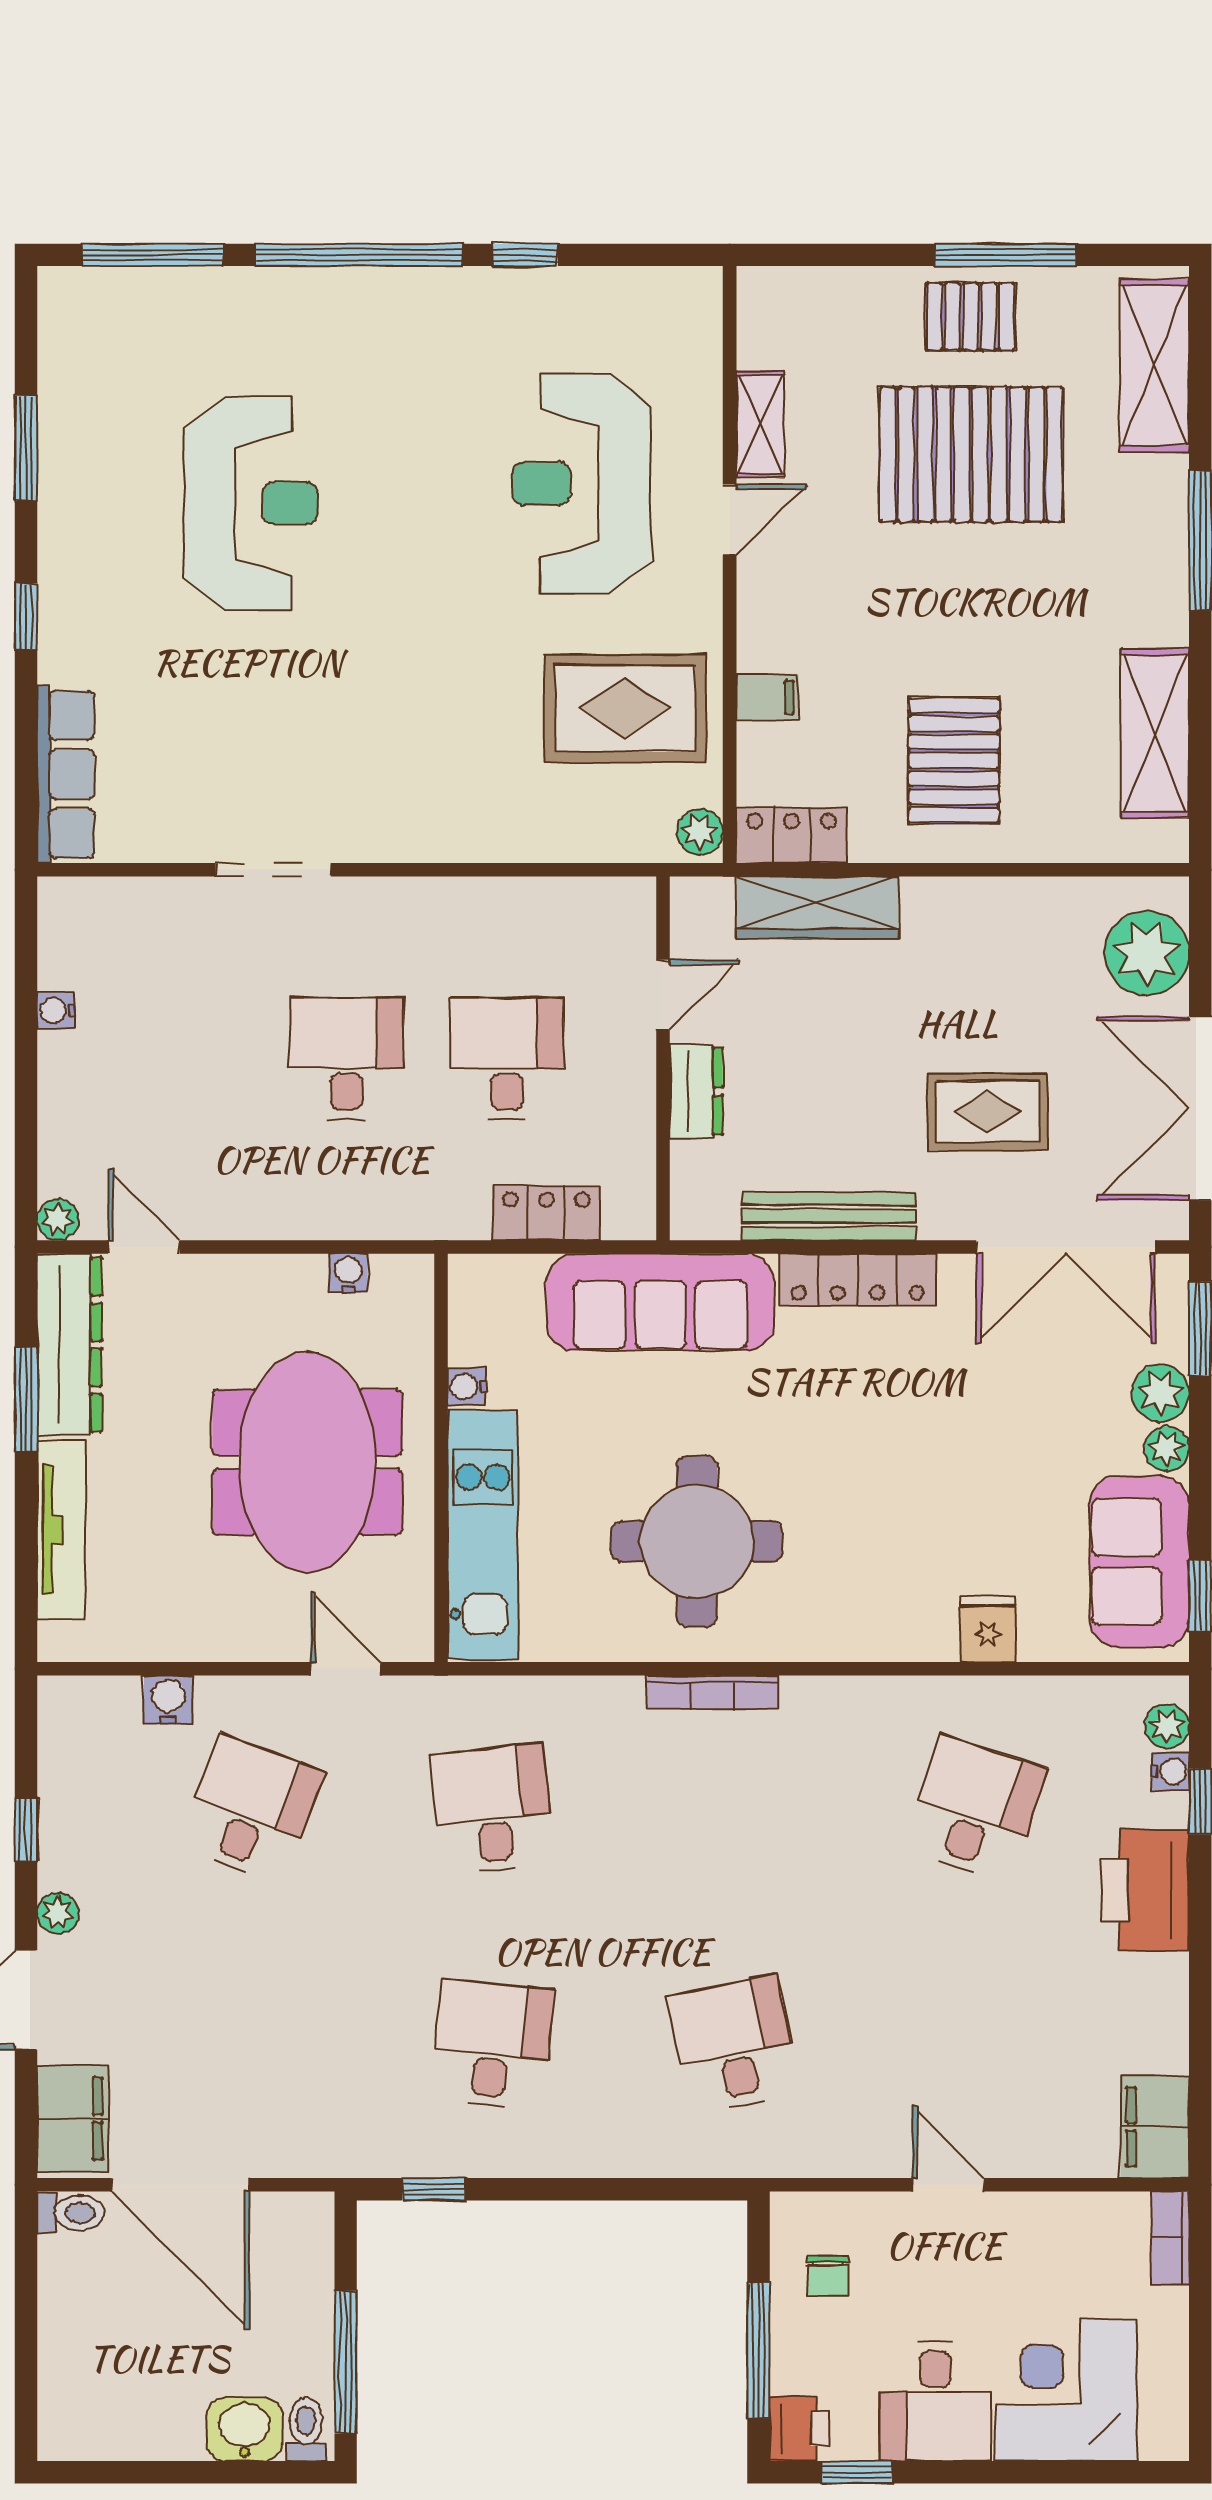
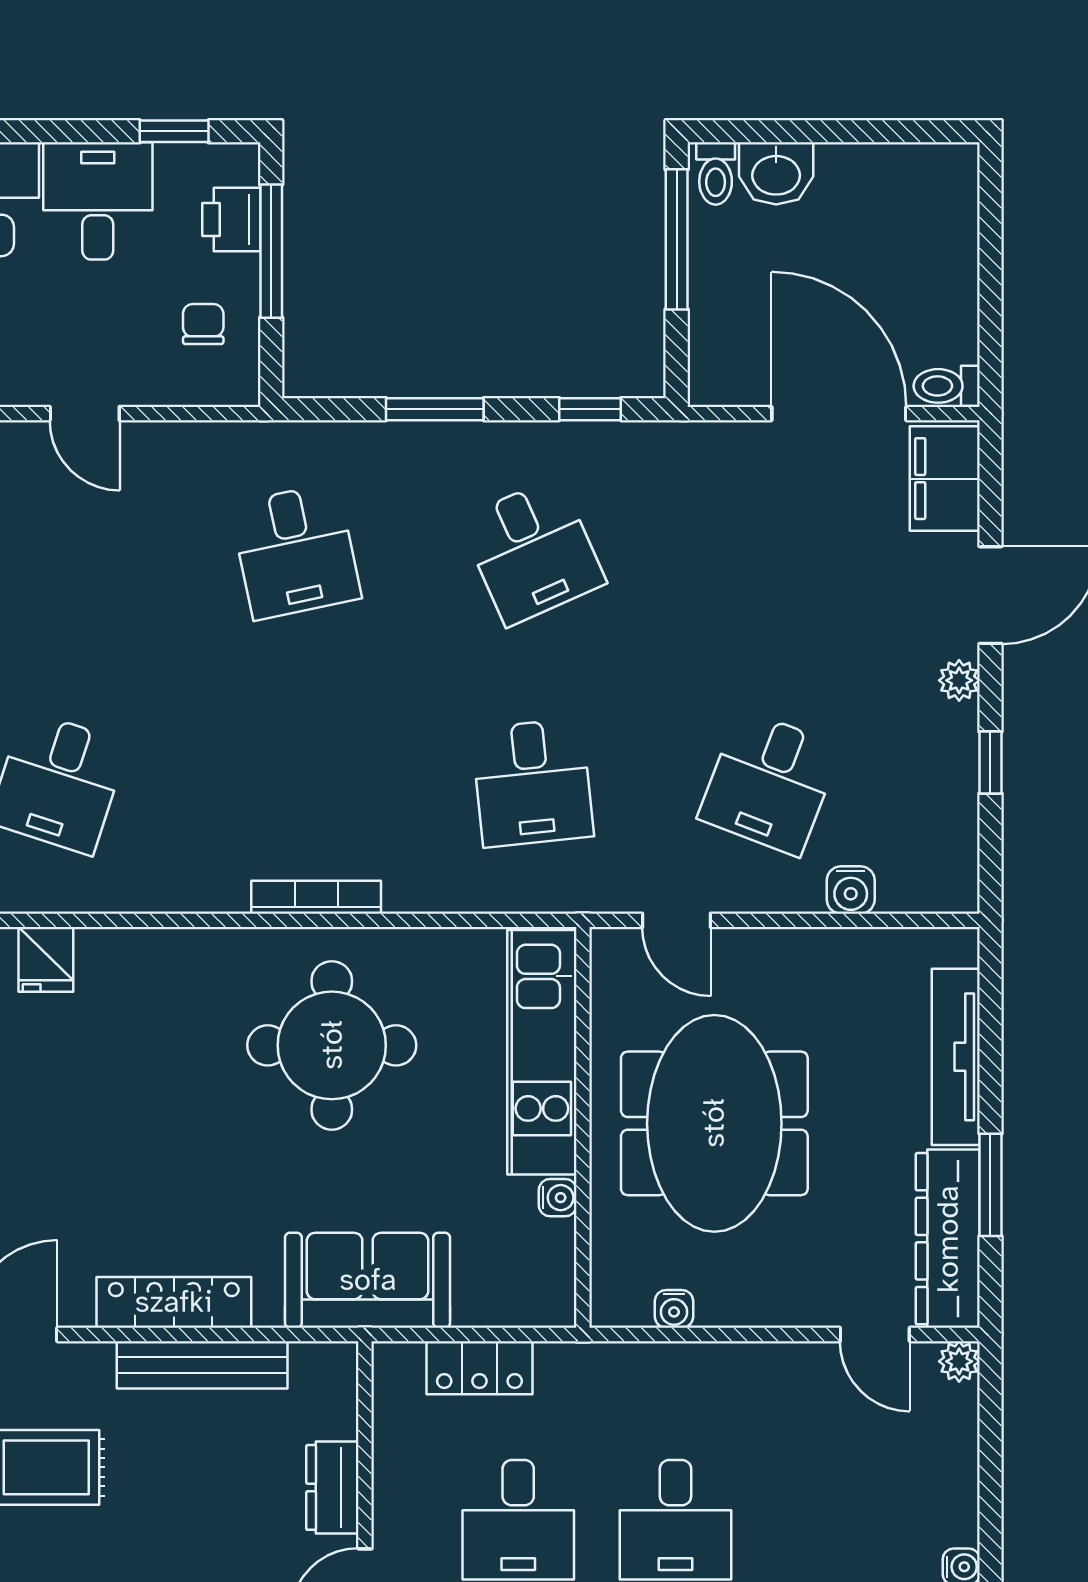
sofa: (660, 1302) -> (368, 1280), width x0.73
desk: (492, 2045) -> (532, 551), turned -30
window: (592, 2189) -> (435, 409), added
printer: (799, 2429) -> (231, 220), moved

